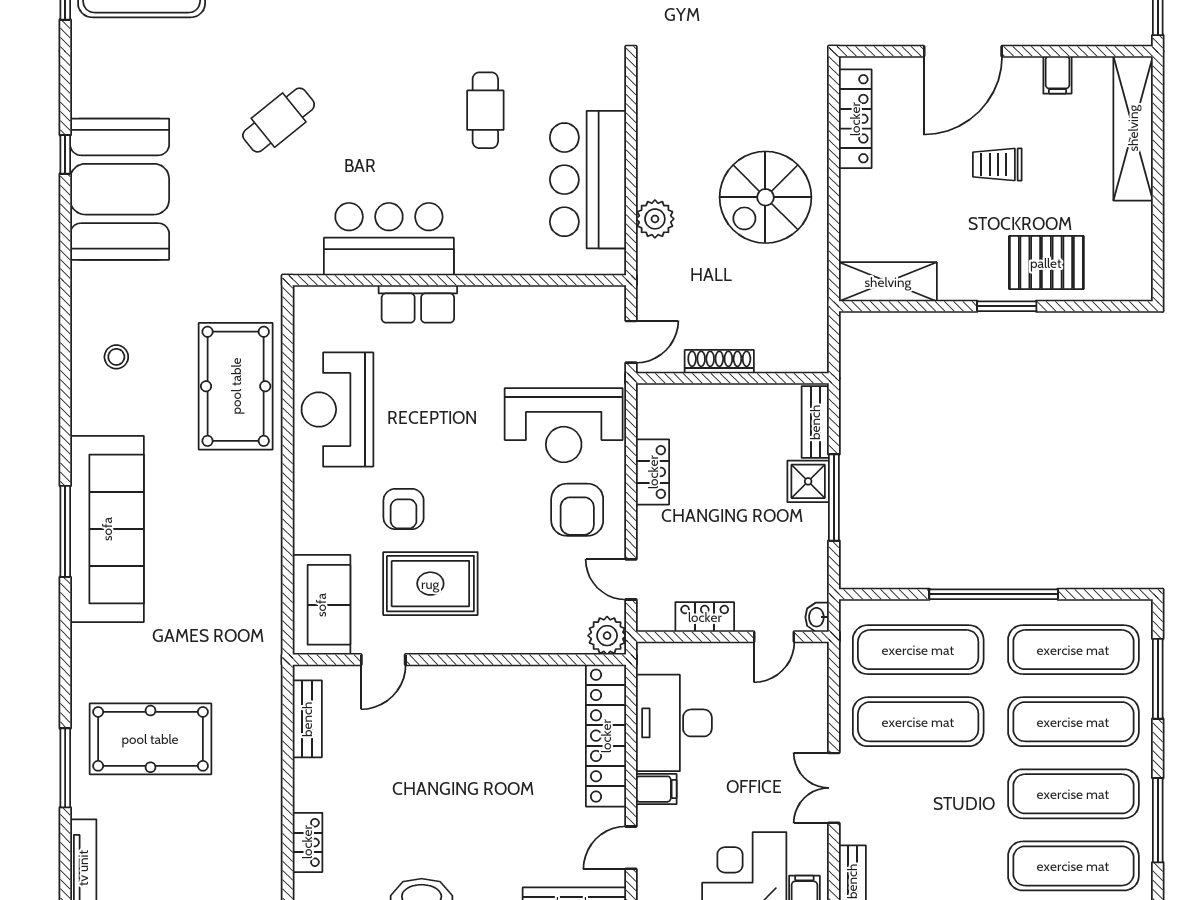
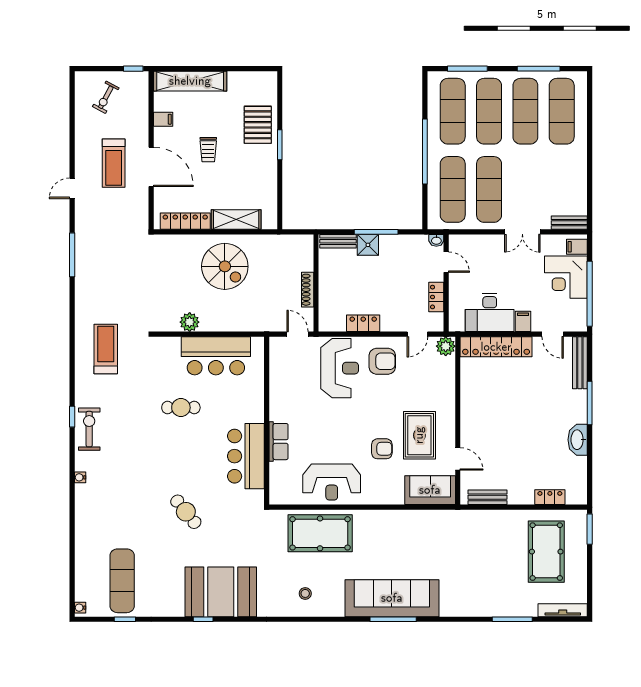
plant: (655, 219) -> (190, 322), moved
shelving: (888, 282) -> (236, 220), moved, turned 90
pool table: (150, 739) -> (546, 552), moved

